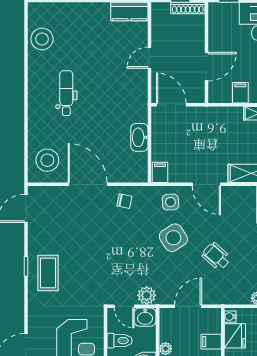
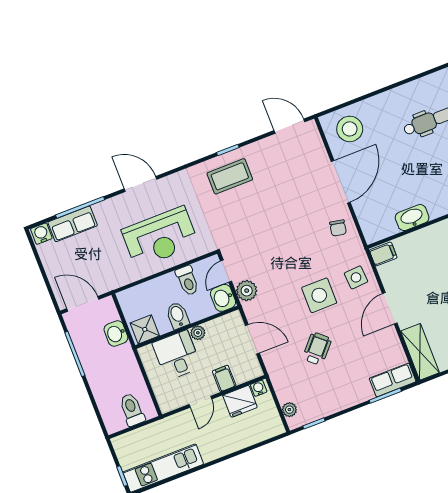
side table: (173, 238) -> (319, 295), turned 33

